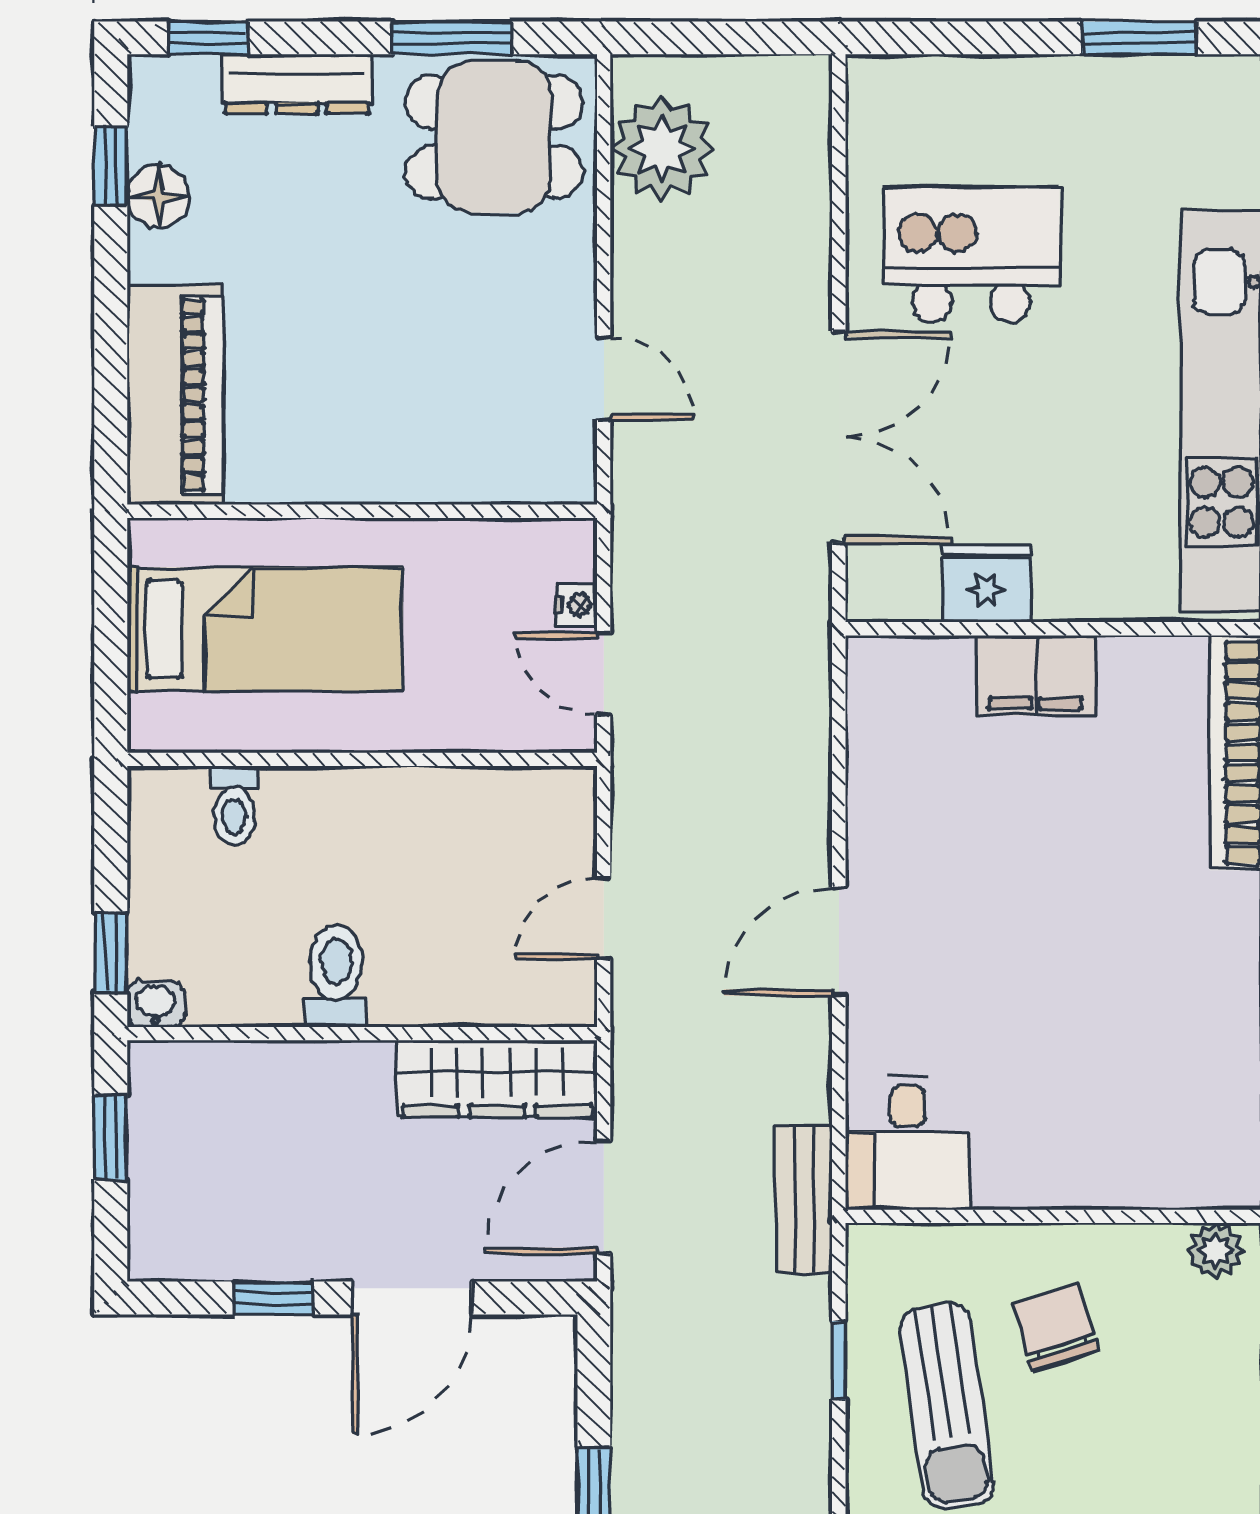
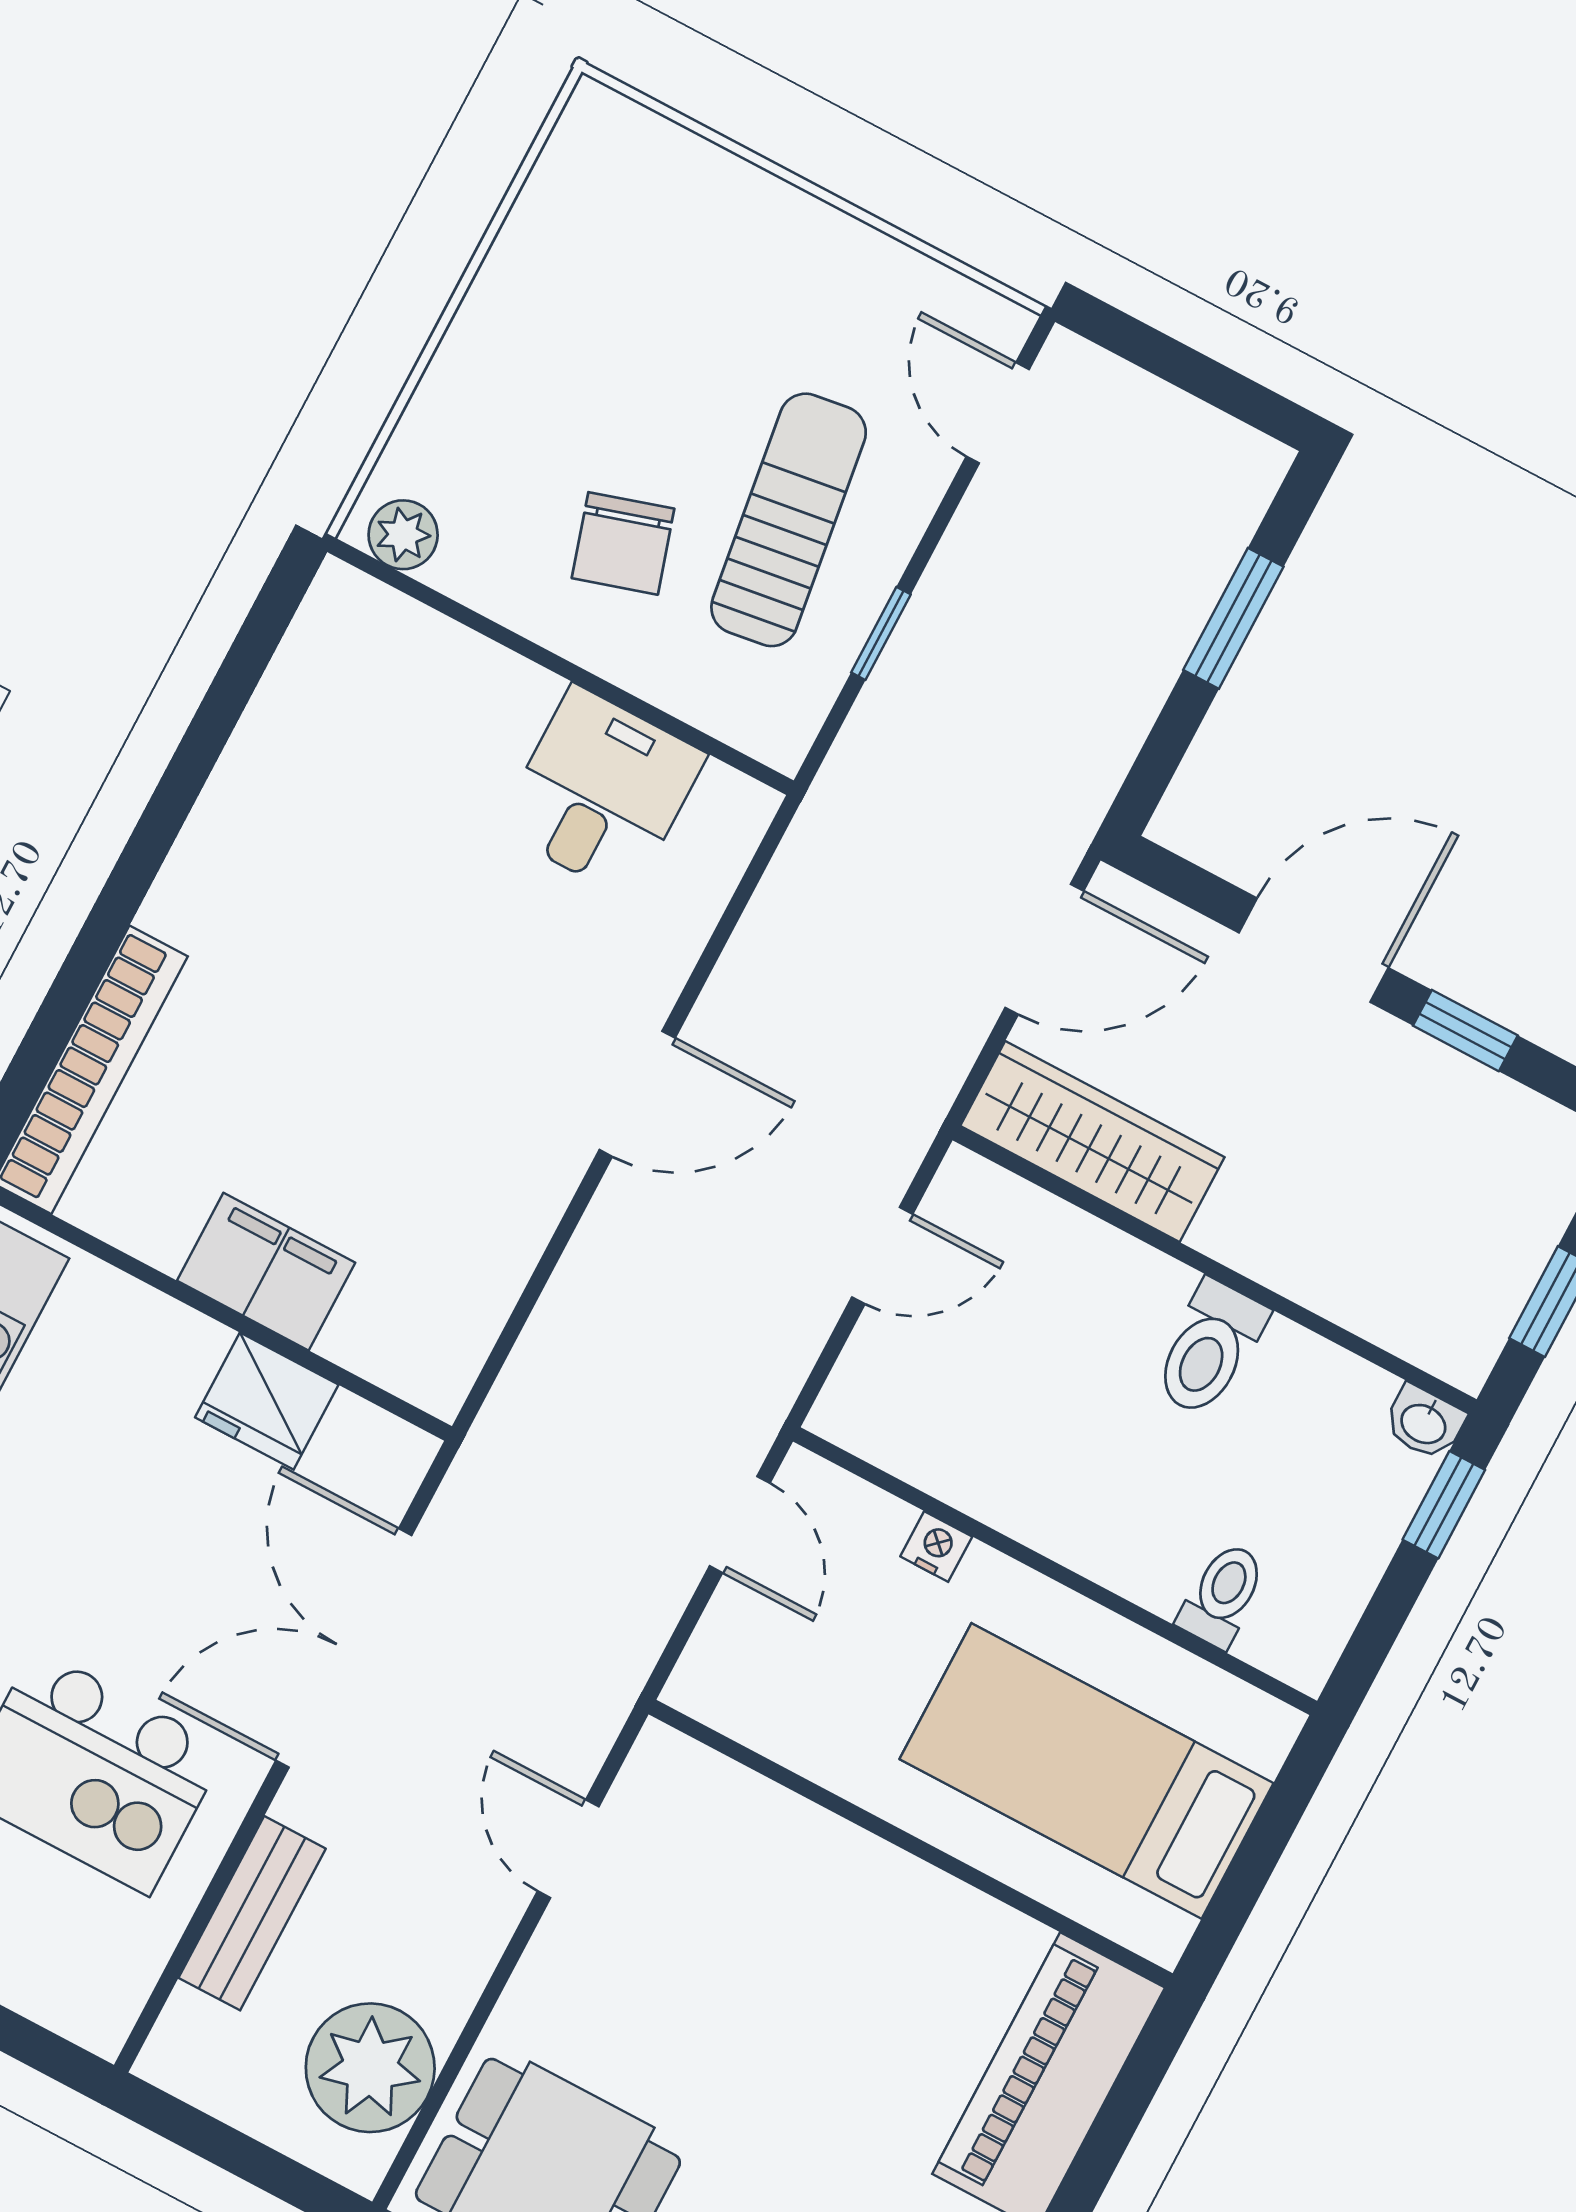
nightstand: (577, 605) -> (936, 1546), moved, turned 90
desk: (908, 1143) -> (601, 792), moved
bench: (804, 1199) -> (252, 1913), moved

